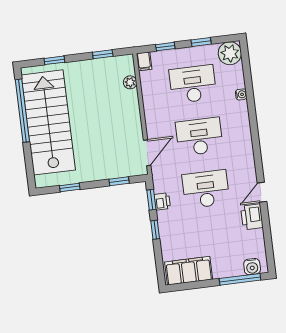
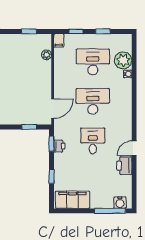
plant: (230, 53) -> (123, 60), moved
desk: (206, 189) -> (93, 141), width x0.73
window: (155, 230) -> (51, 176), moved

